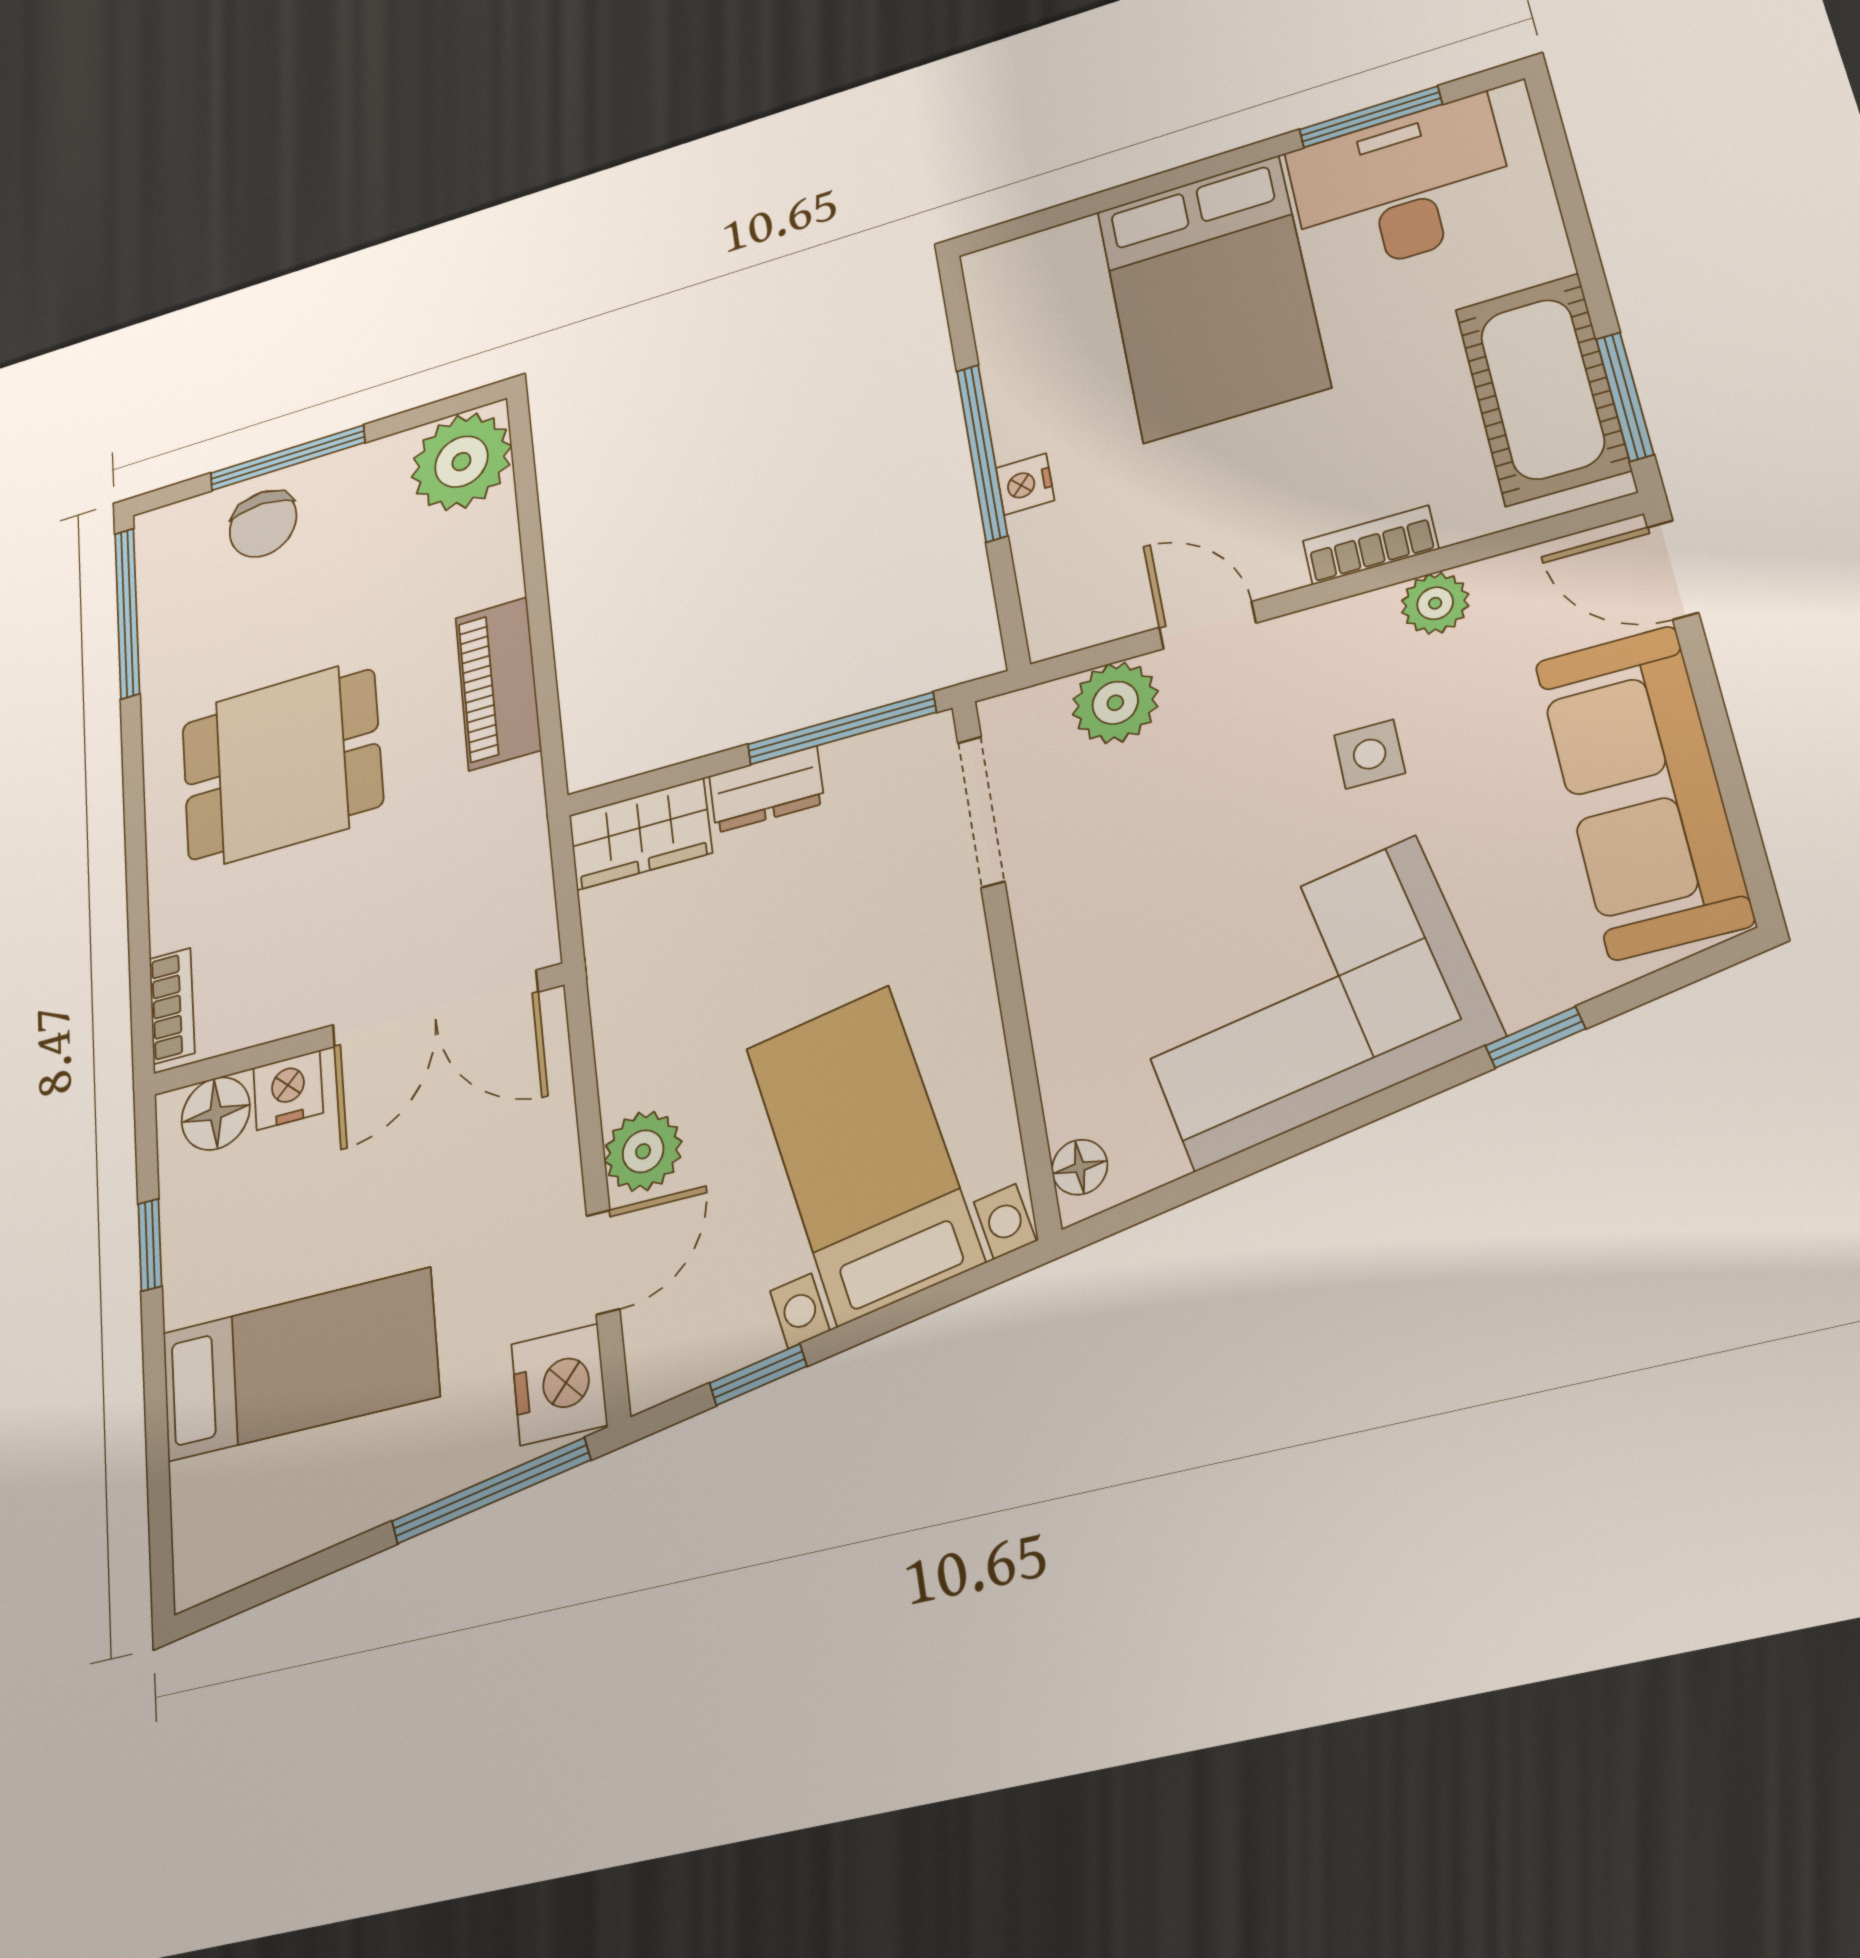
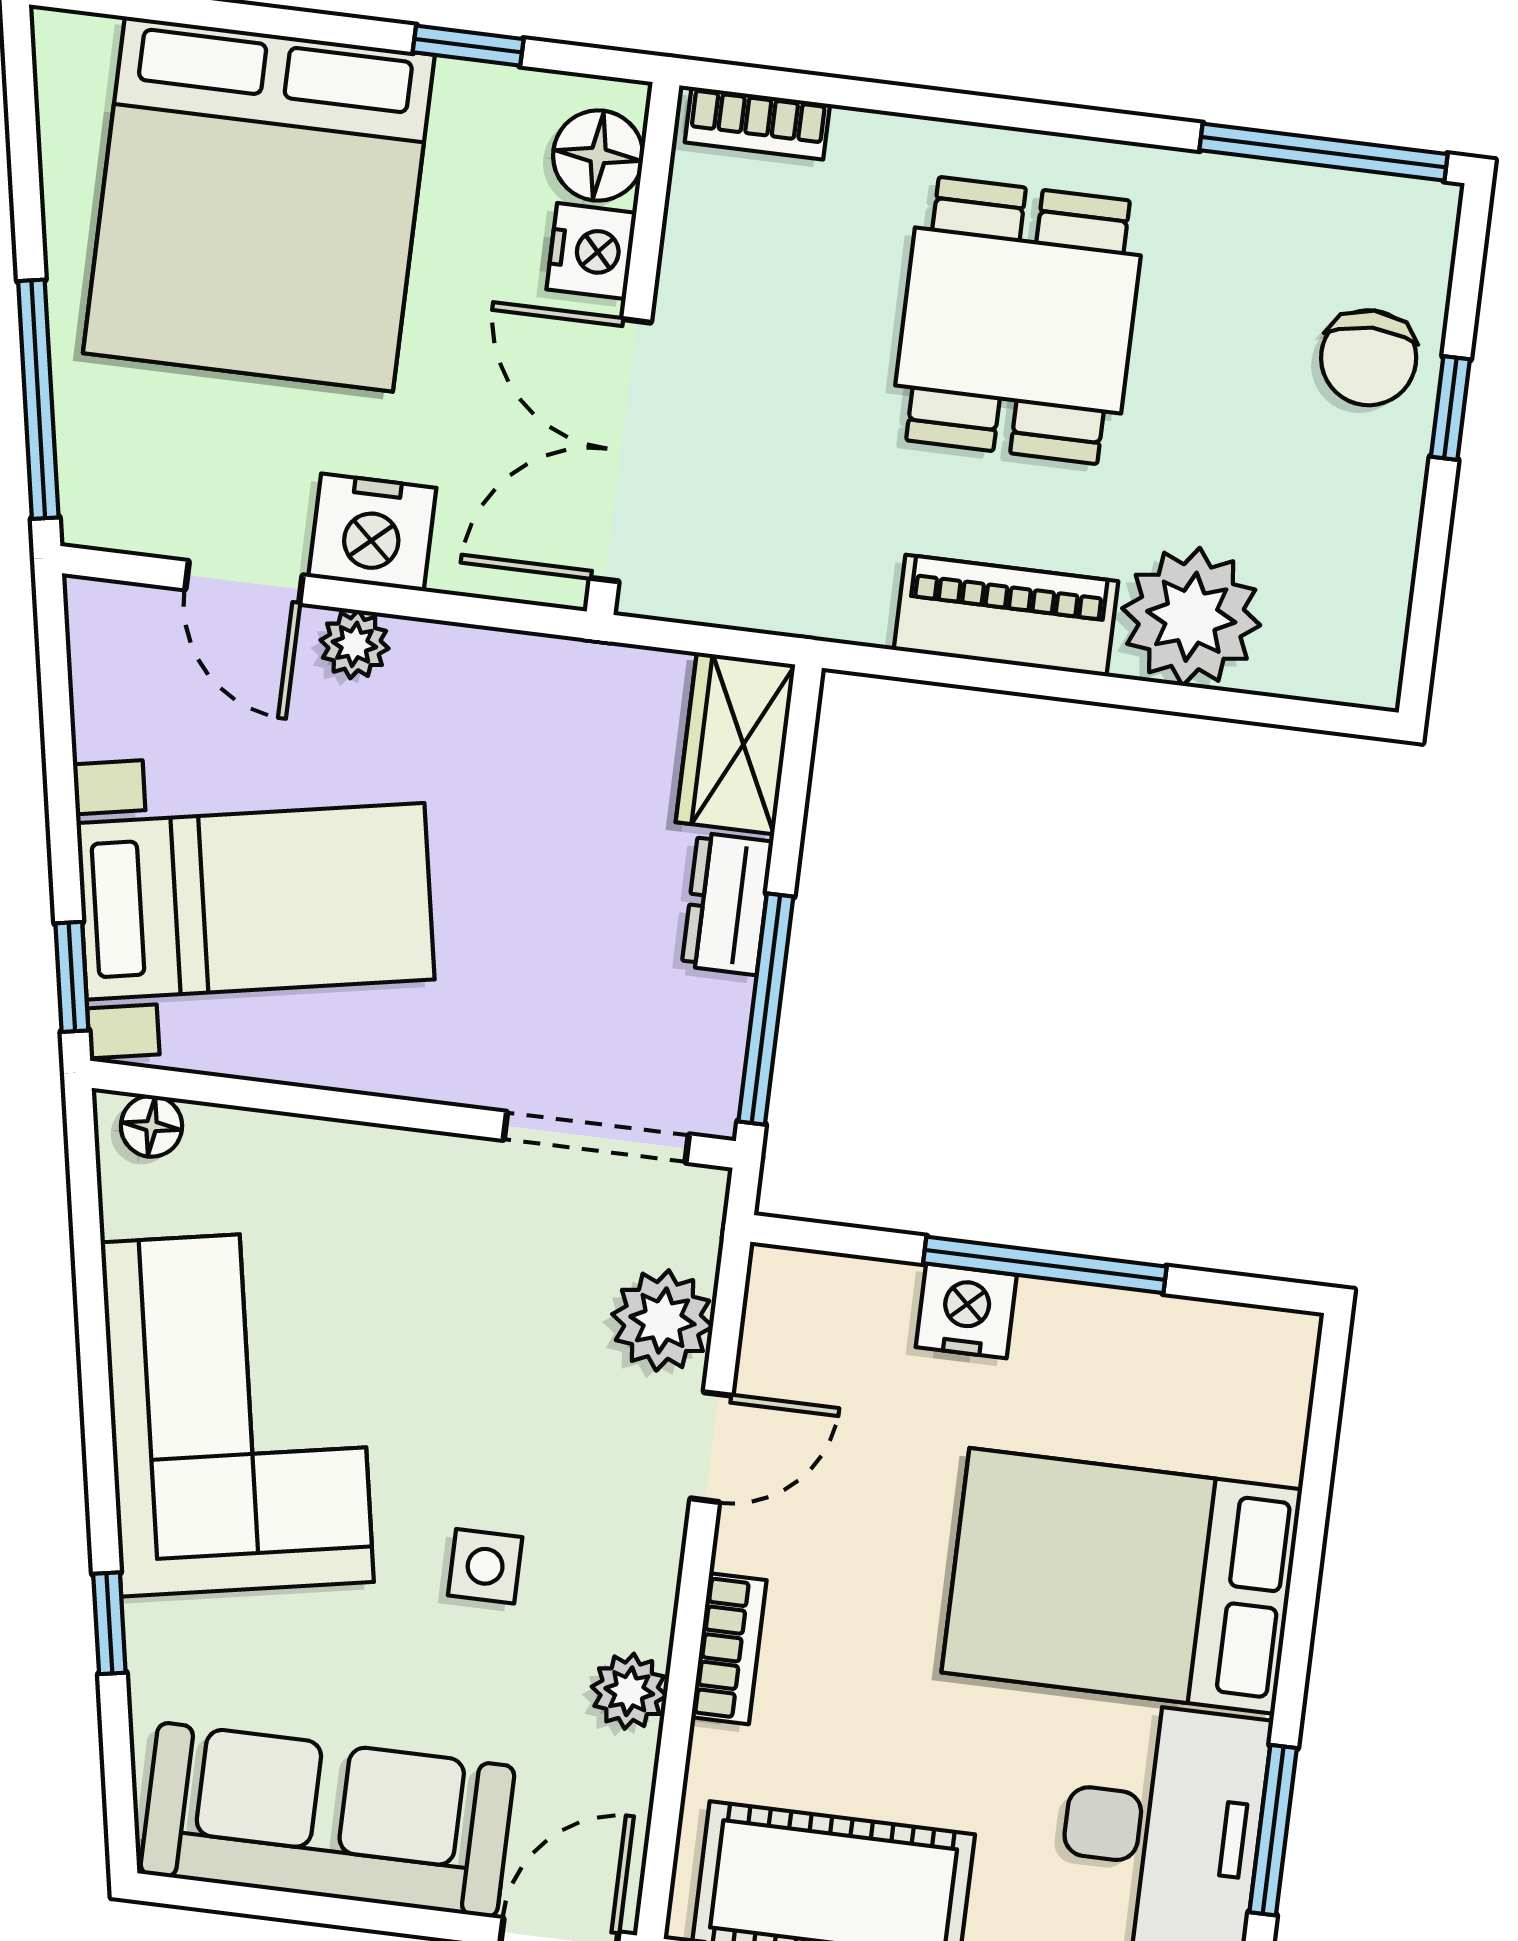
window: (287, 458) -> (1450, 408), width x0.46
plant: (461, 462) -> (1191, 617), moved
nightstand: (1025, 484) -> (966, 1311), width x1.39, depth x1.35
chair: (263, 524) -> (1369, 358), turned -90
plant: (643, 1151) -> (354, 644), width x0.73, depth x0.73
bed: (299, 1364) -> (259, 204), width x2.04
window: (758, 1375) -> (72, 977), moved
nightstand: (559, 1384) -> (372, 532), moved

